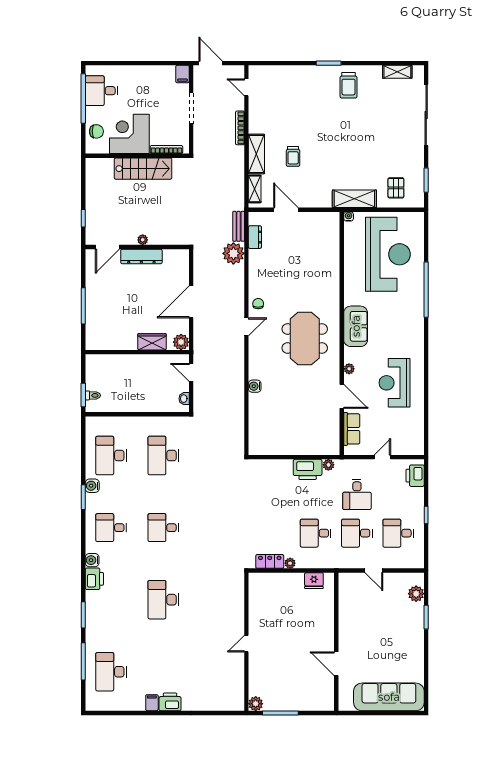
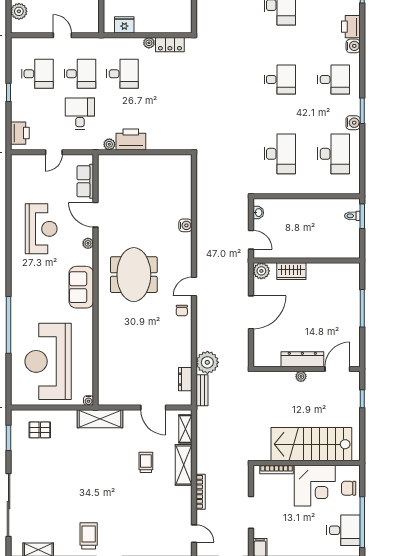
stairs: (143, 169) -> (311, 444), width x1.36, depth x1.51
pallet: (396, 188) -> (40, 430), turned 90
shelving: (354, 199) -> (100, 419), moved

